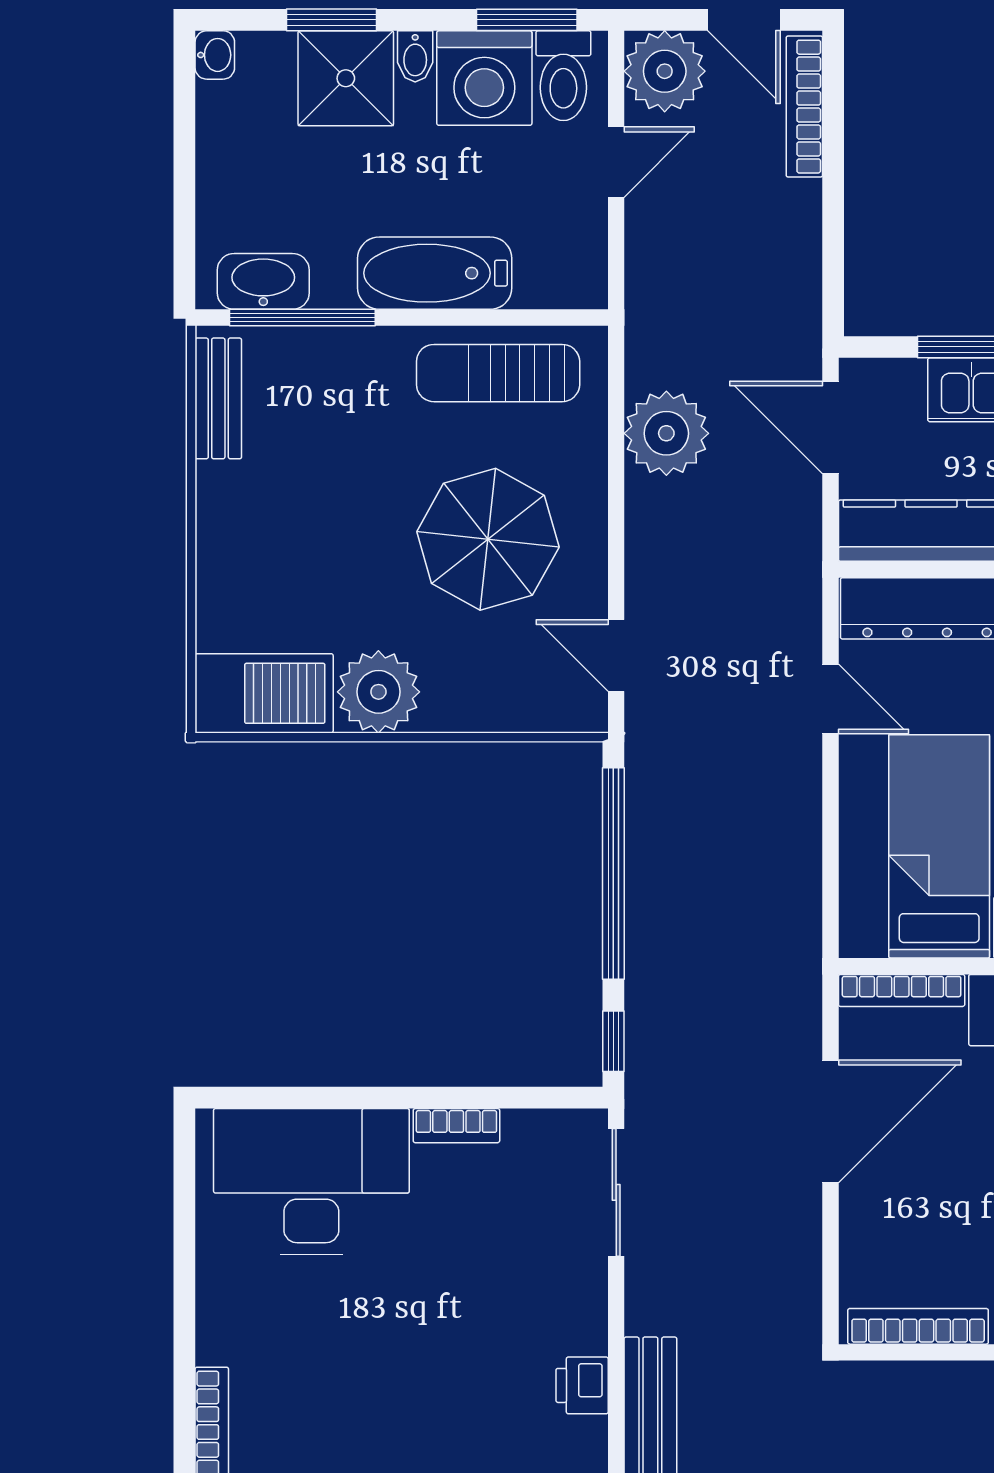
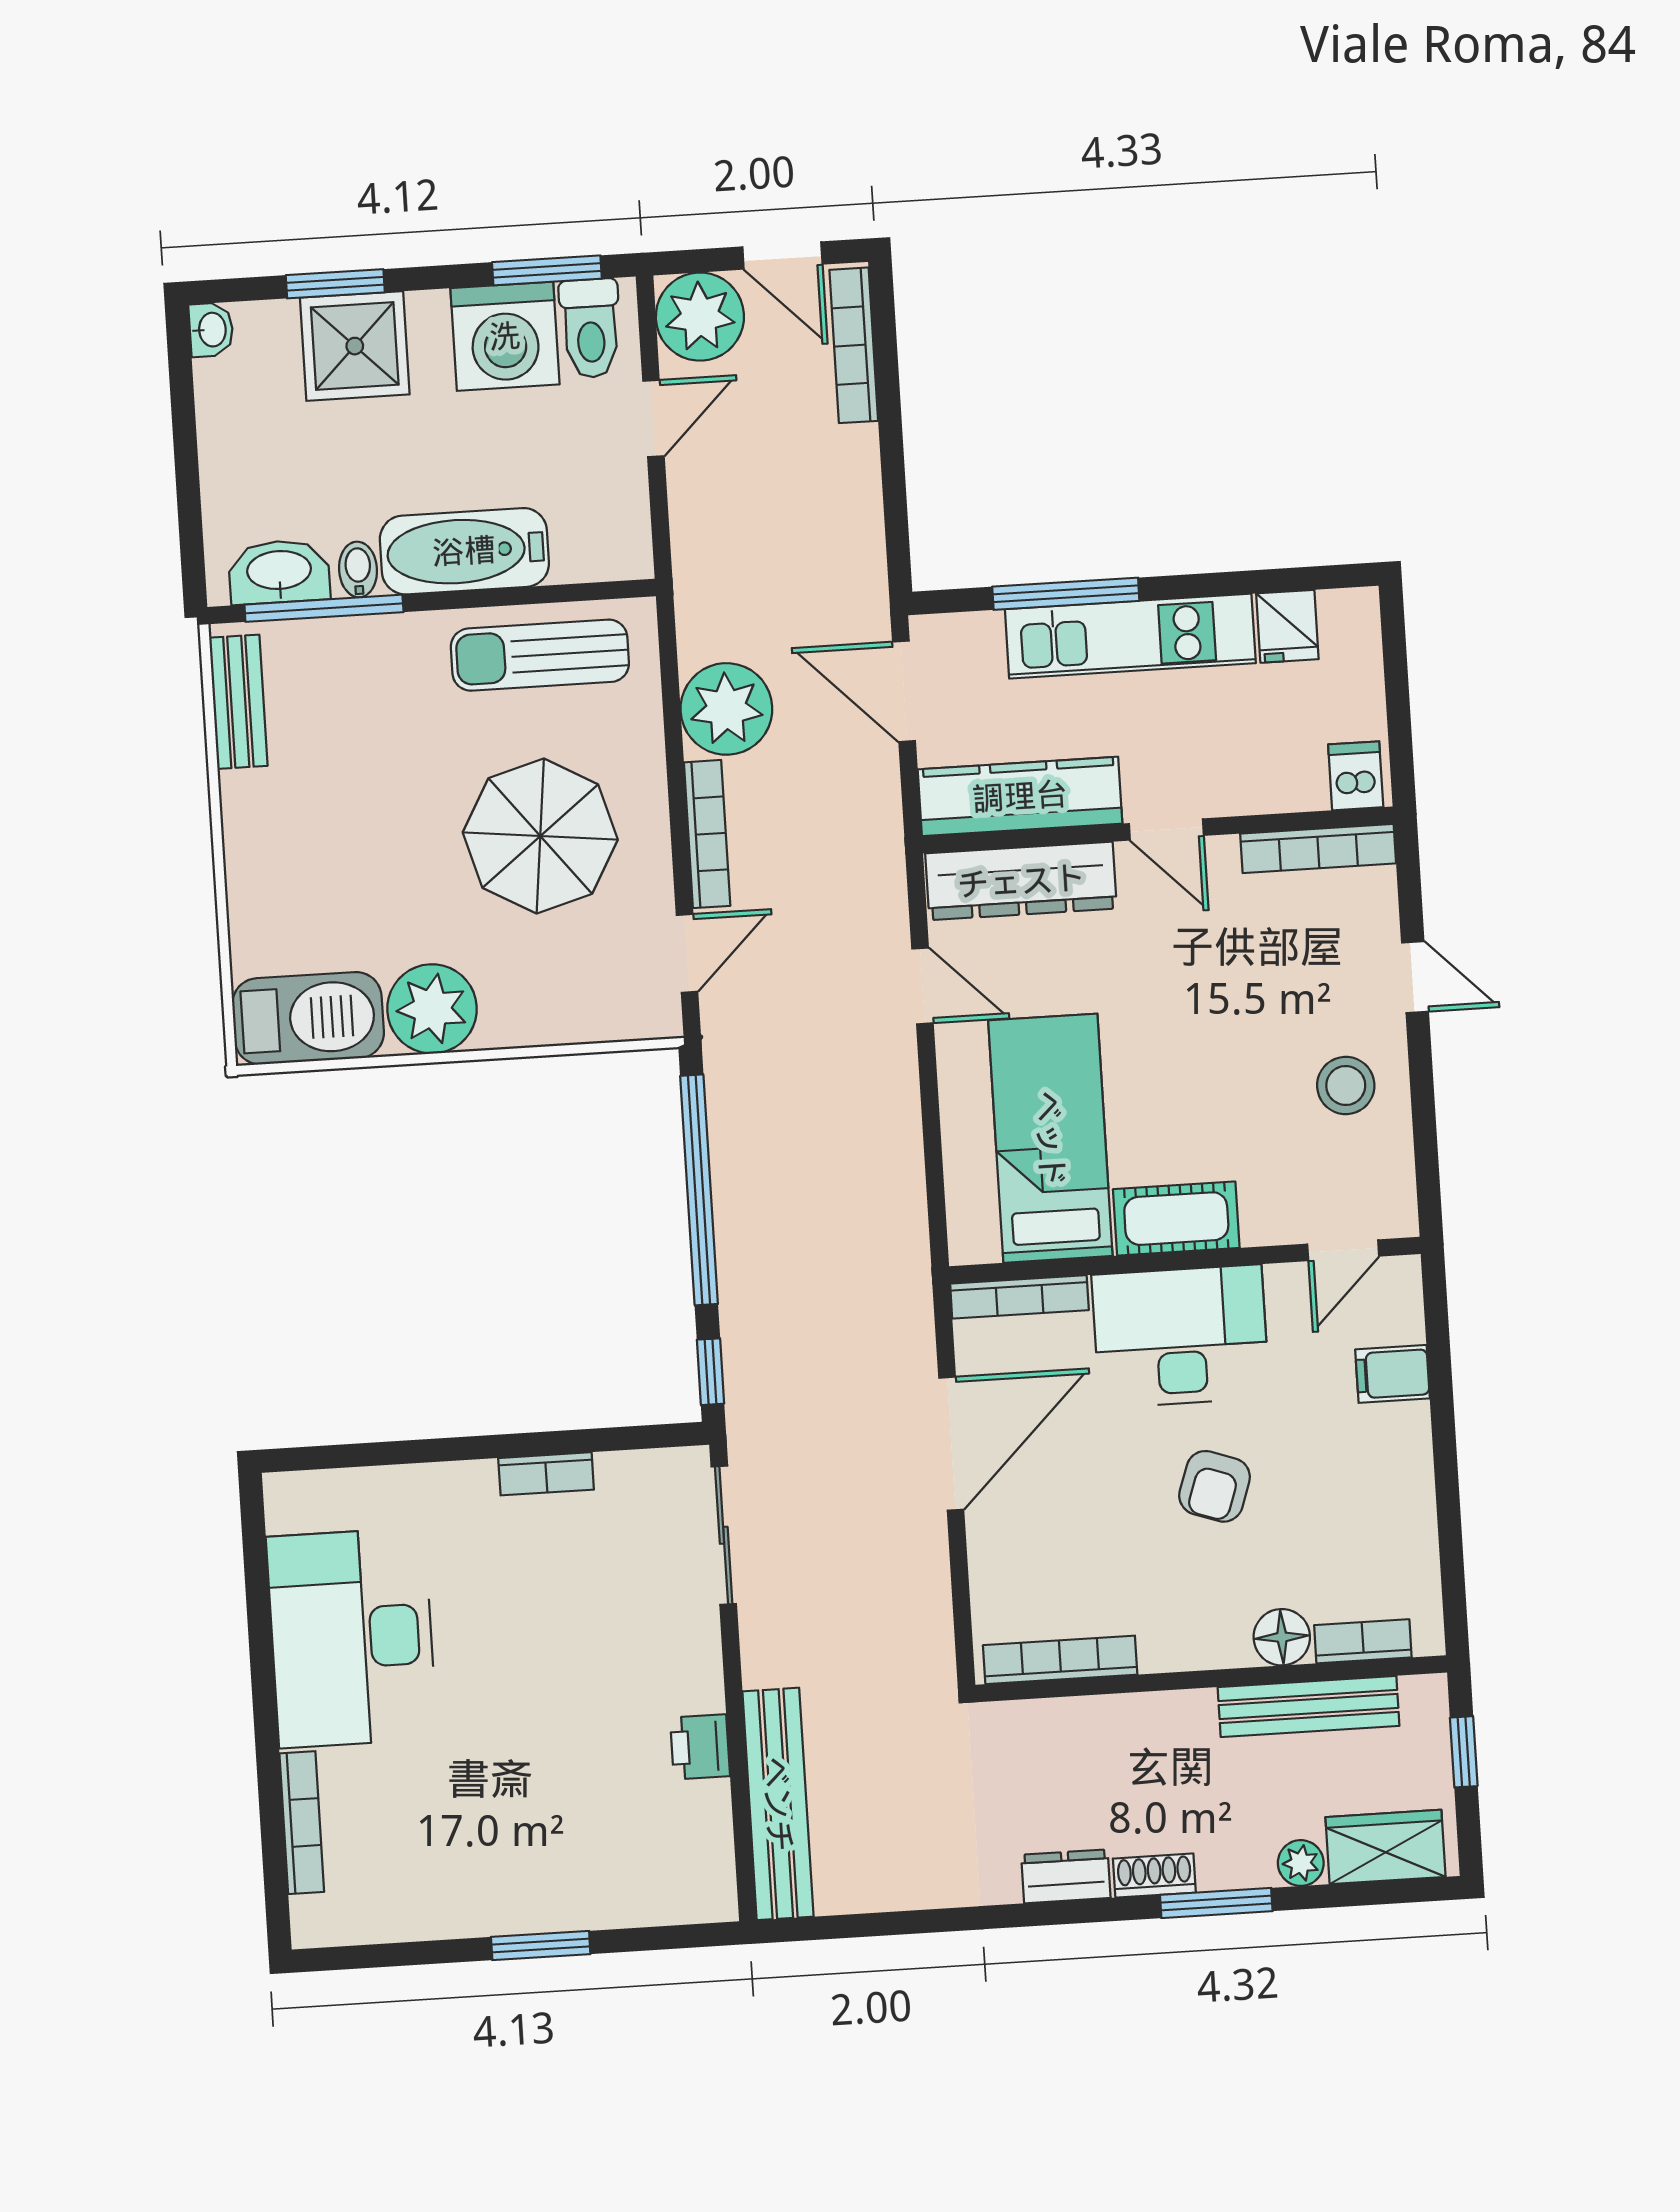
bidet: (415, 56) -> (358, 569), moved, turned 180
bookcase: (641, 547) -> (707, 834), added
door: (616, 656) -> (687, 953), swing flipped
desk: (311, 1181) -> (352, 1638), moved, turned -90

